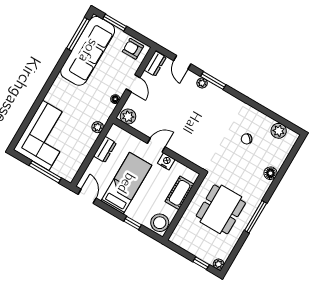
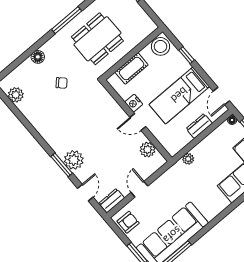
armchair: (133, 49) -> (128, 222), turned -89
plant: (202, 83) -> (74, 160), width x1.88, depth x1.88
floor lamp: (115, 99) -> (232, 120), moved
plant: (128, 117) -> (148, 150), moved
chair: (247, 139) -> (62, 83), moved
dresser: (105, 149) -> (199, 126), moved

